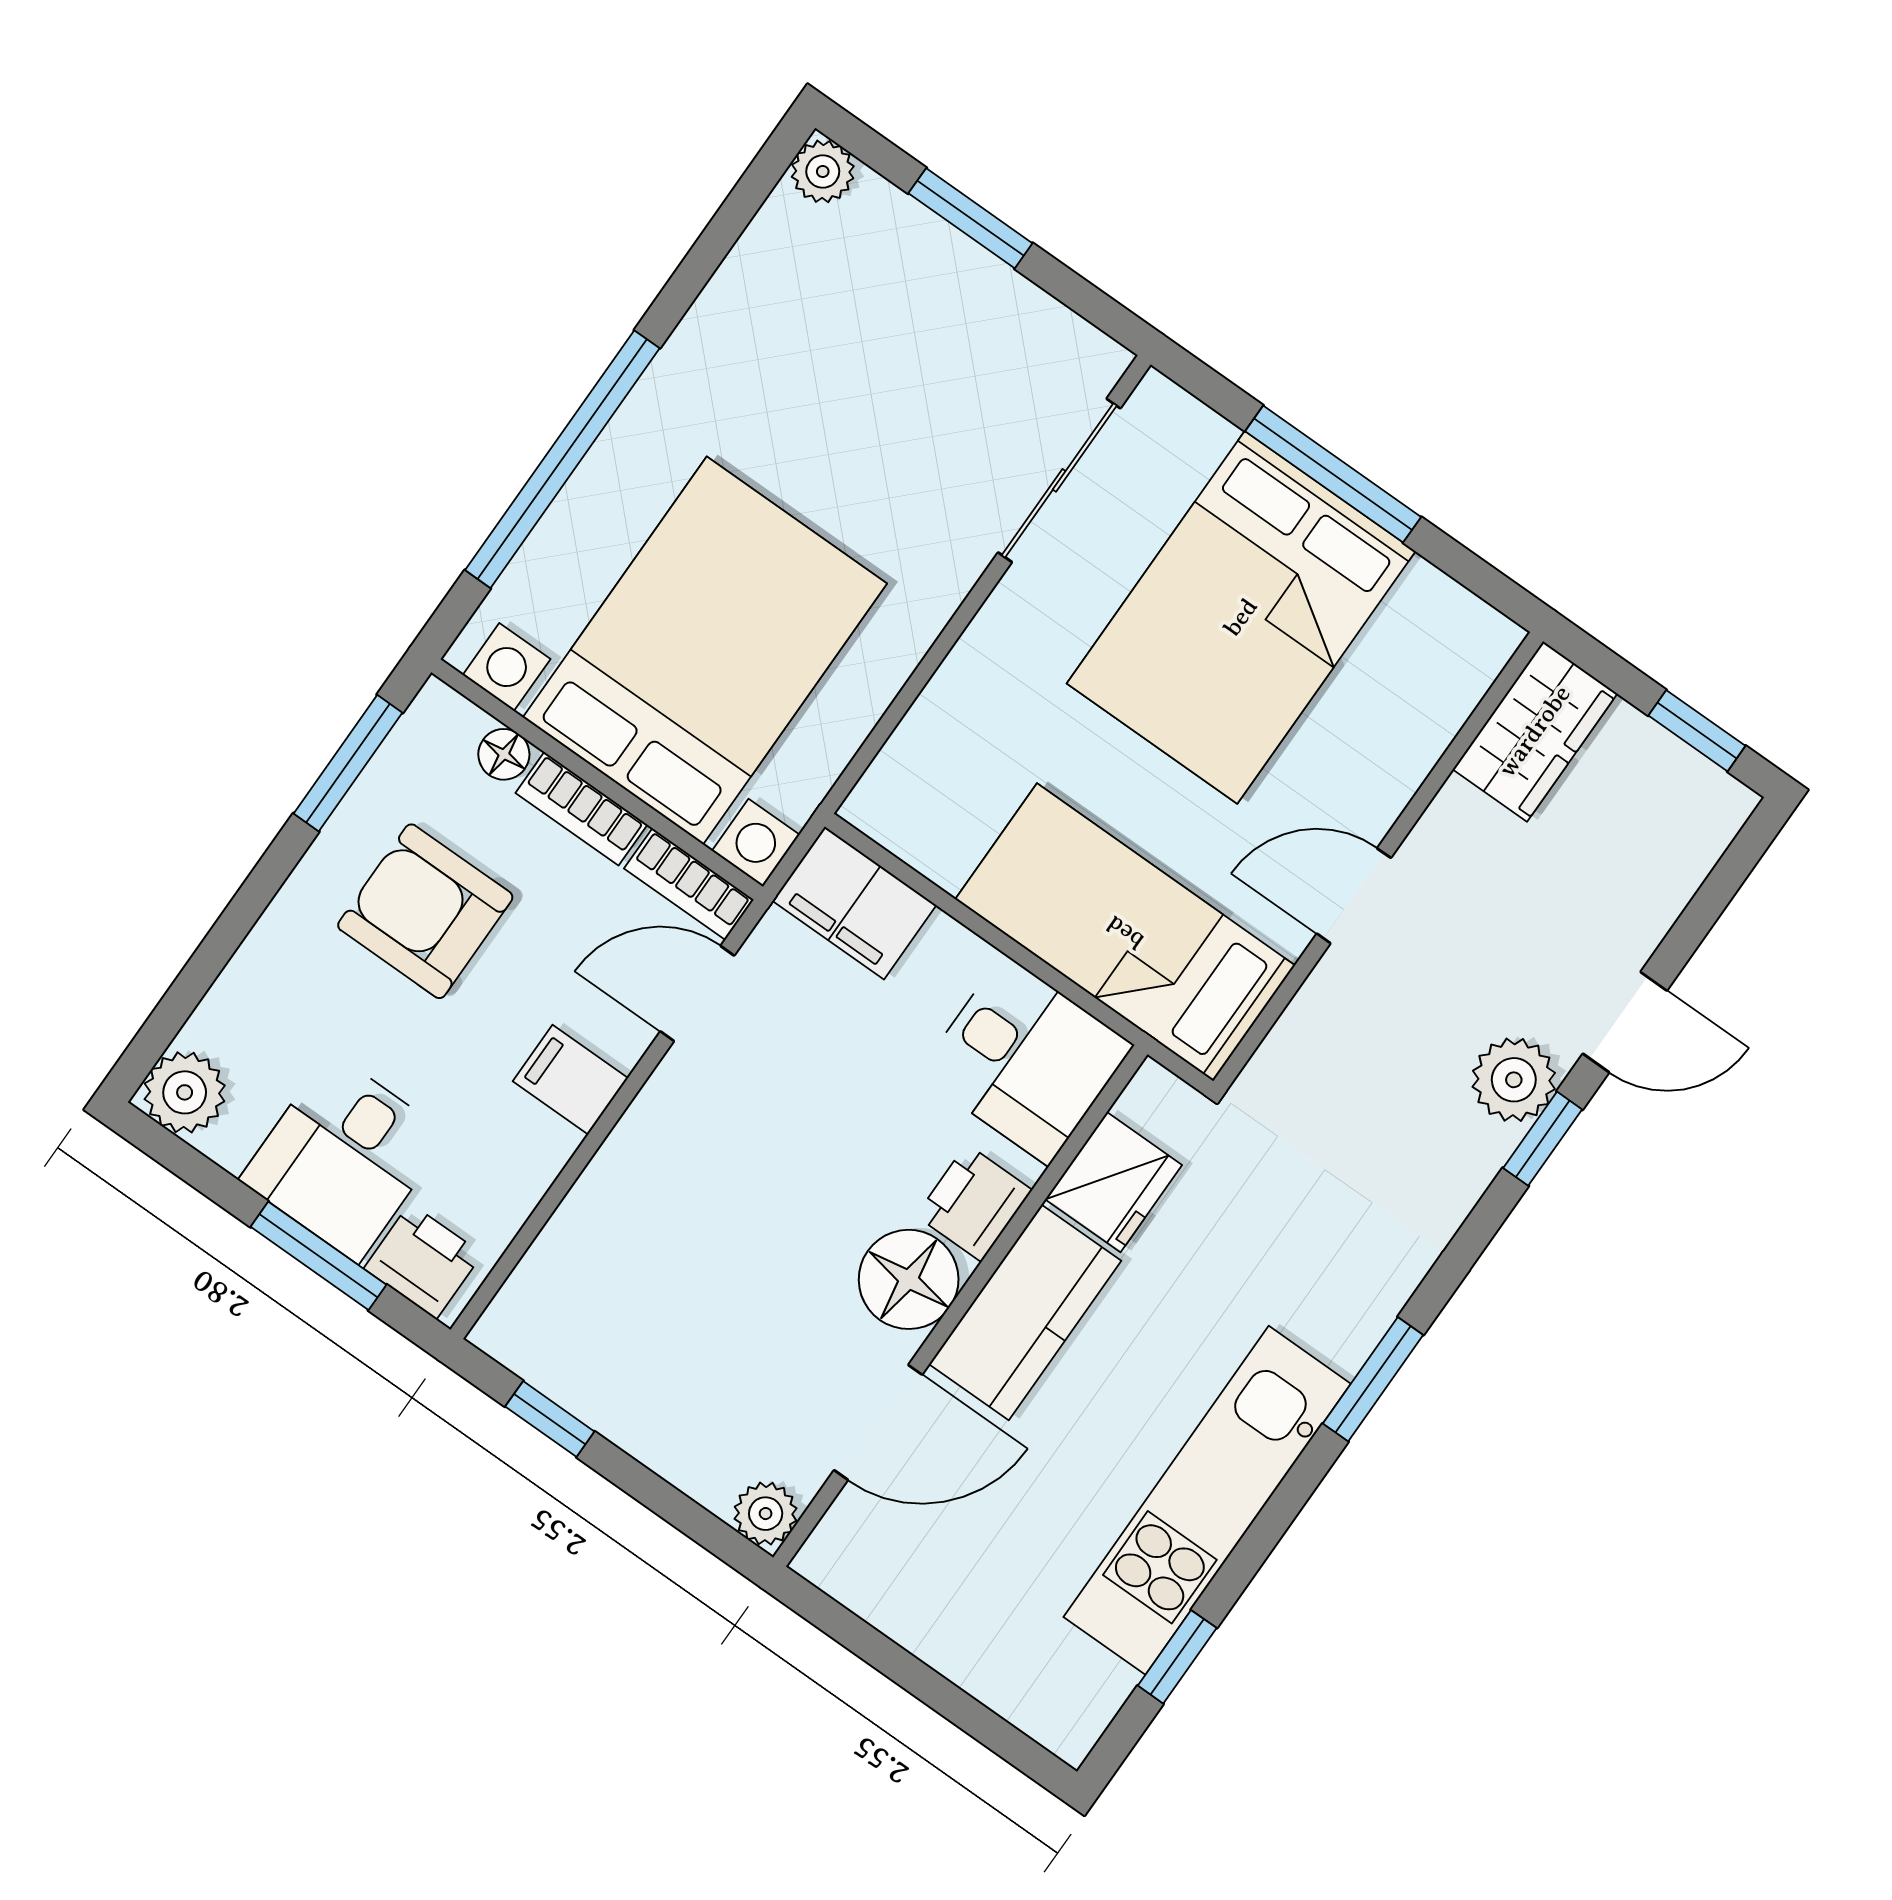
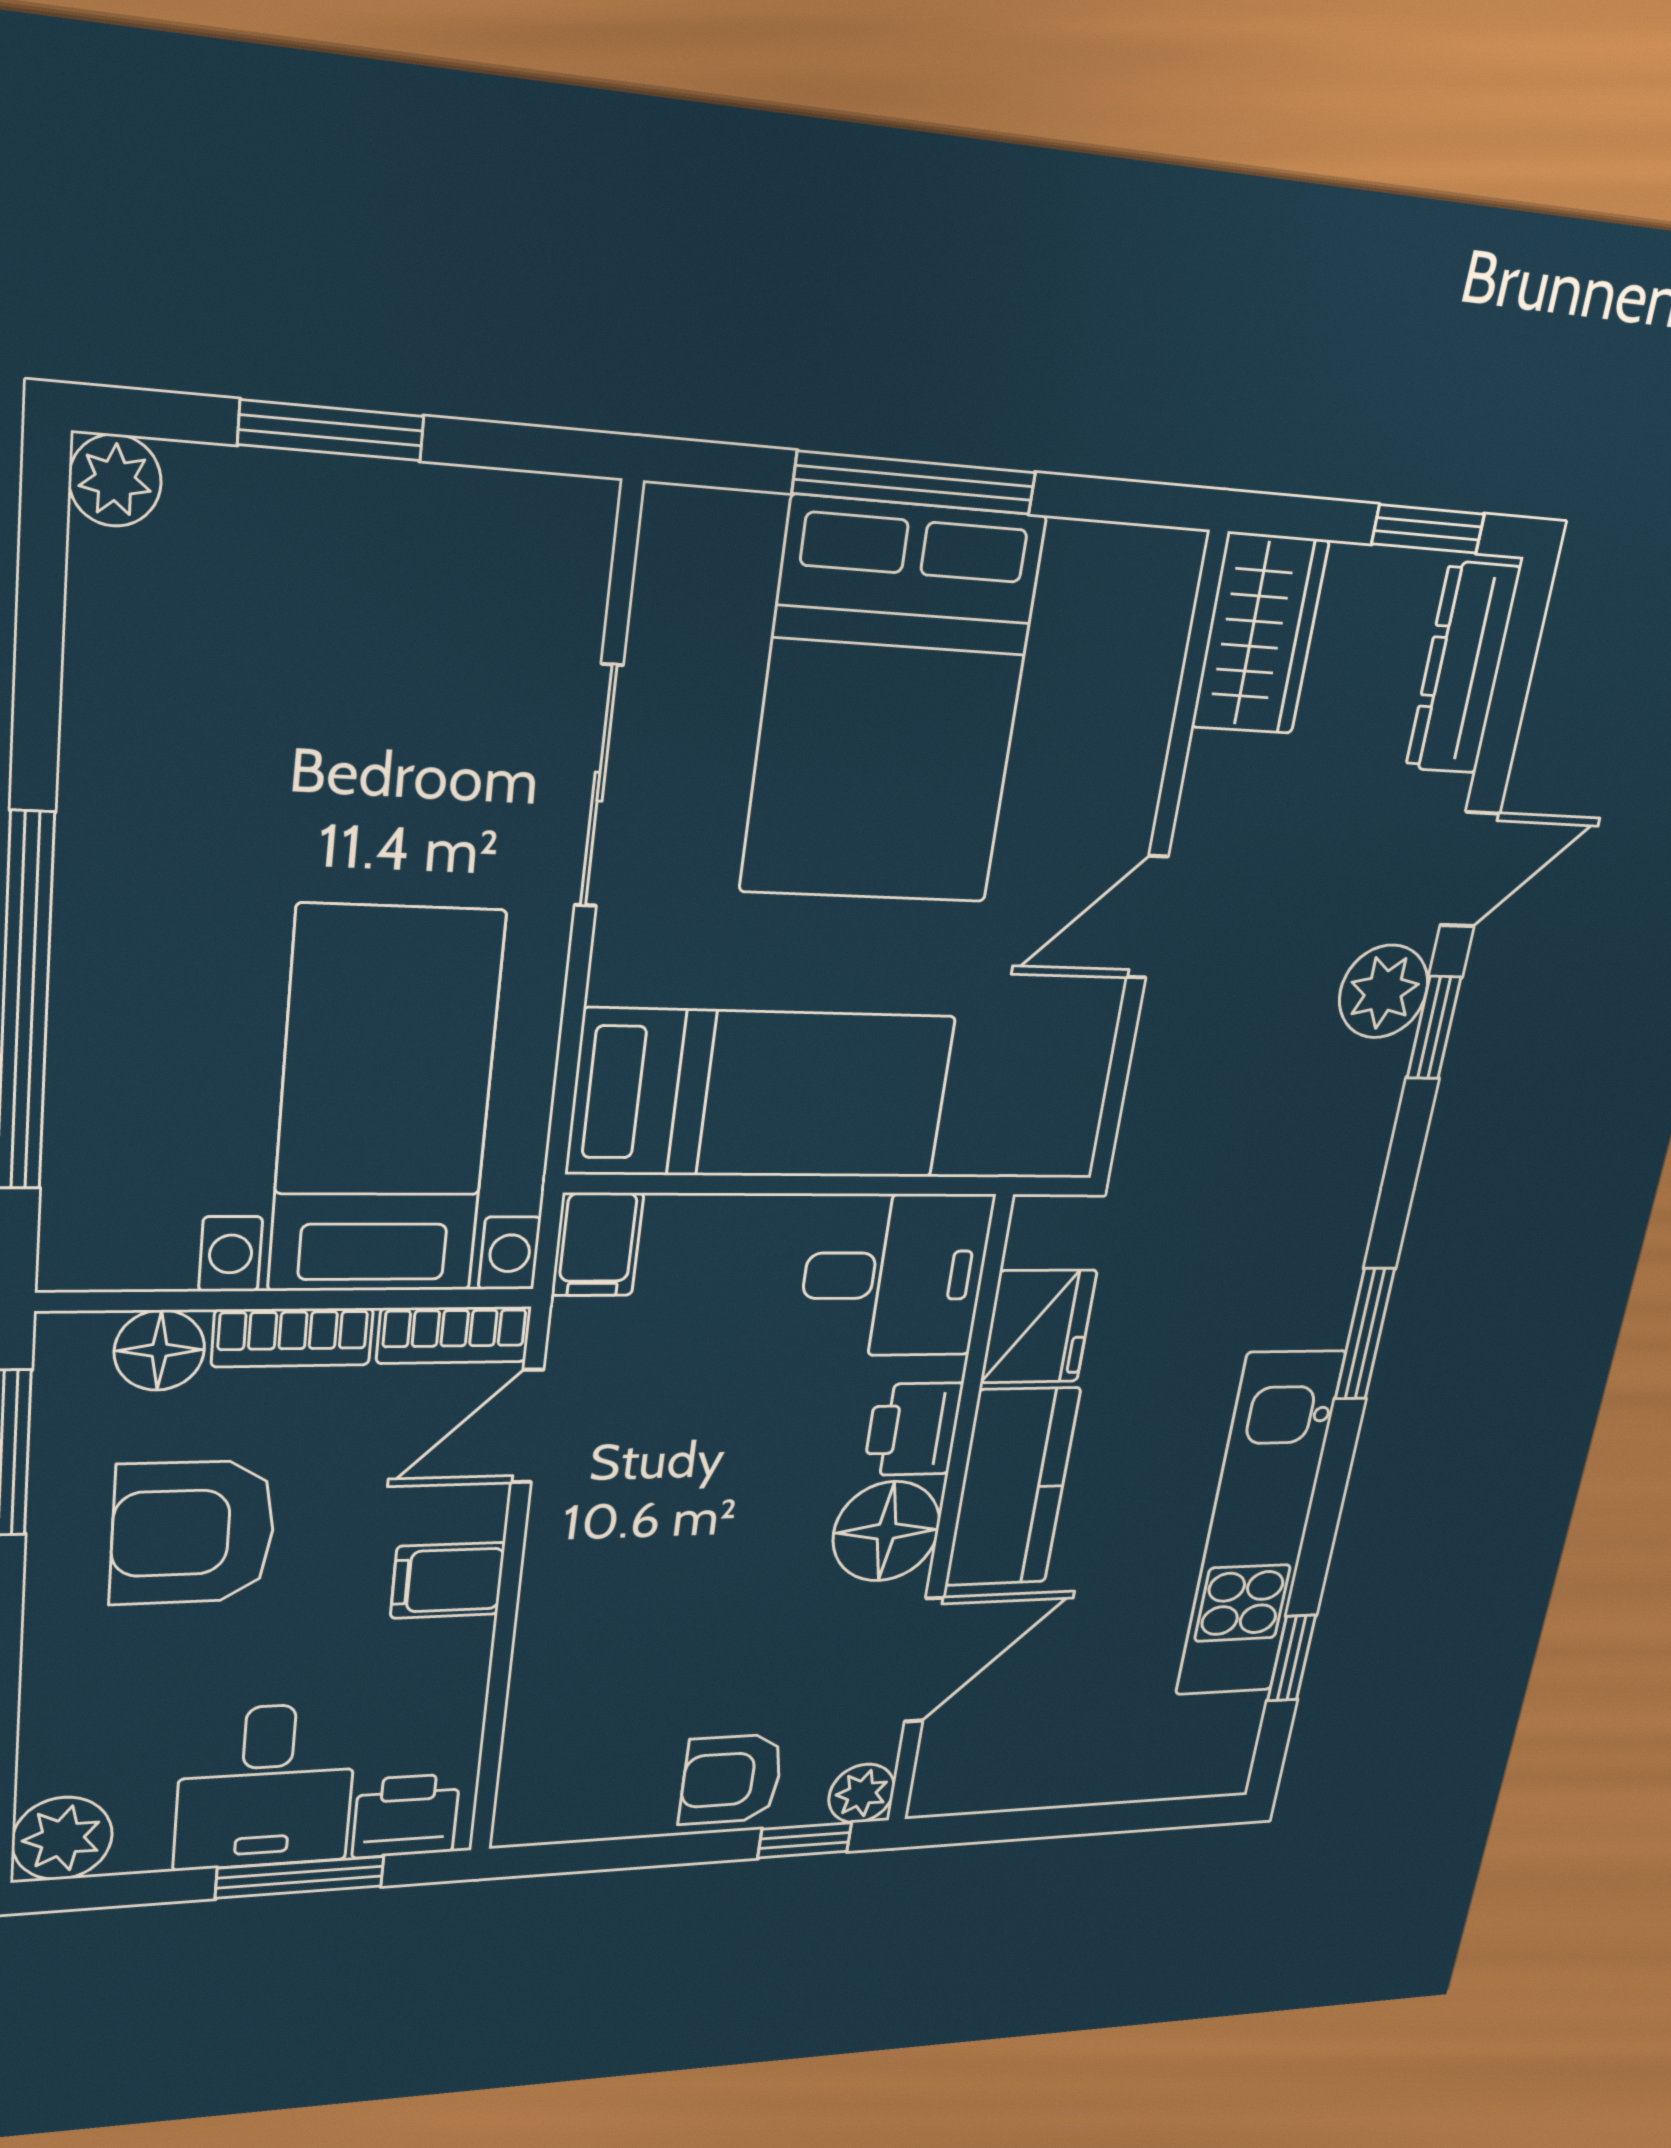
sliding door: (1059, 480) -> (599, 787), moved
bed with nightstands: (705, 650) -> (386, 1103), width x0.73
floor lamp: (504, 754) -> (159, 1350), width x1.37, depth x1.37
dresser: (1683, 855) -> (1463, 668), added
filing cabinet: (854, 903) -> (597, 1244), width x0.50
bed: (1125, 932) -> (762, 1095), moved, turned 180
window: (550, 1419) -> (805, 1840), moved
armchair: (674, 1419) -> (731, 1779), added

